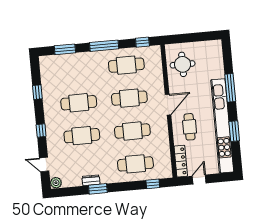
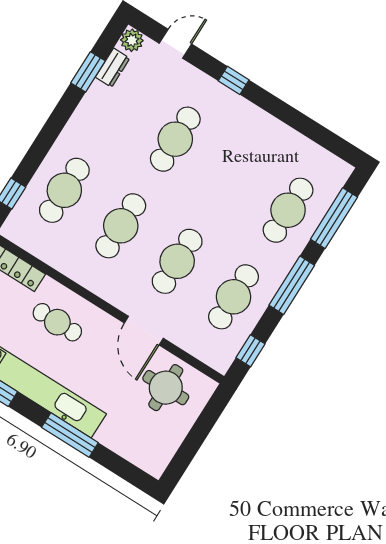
window: (65, 49) -> (334, 218), width x1.44
window: (37, 92) -> (299, 122), removed
cafe table: (79, 103) -> (288, 210), moved
door: (168, 105) -> (144, 331), moved
dresser: (91, 180) -> (113, 68), moved
window: (98, 189) -> (88, 72), moved

